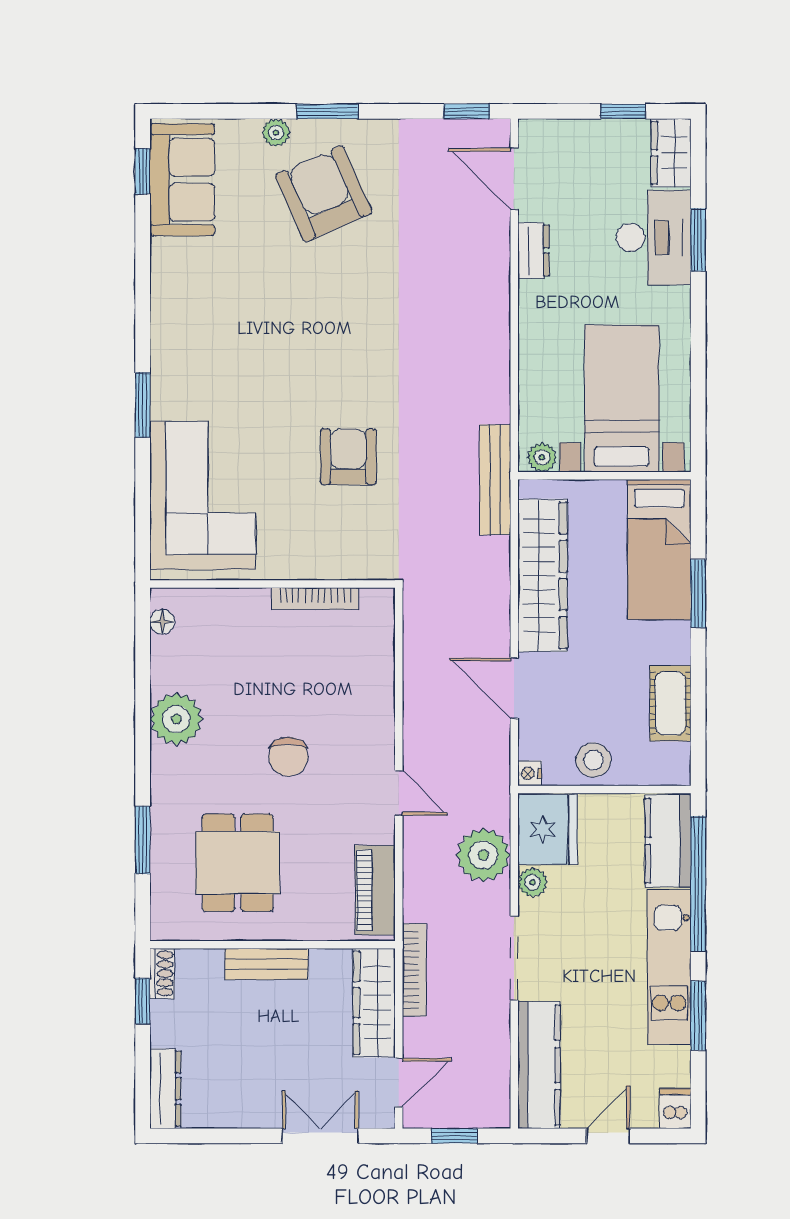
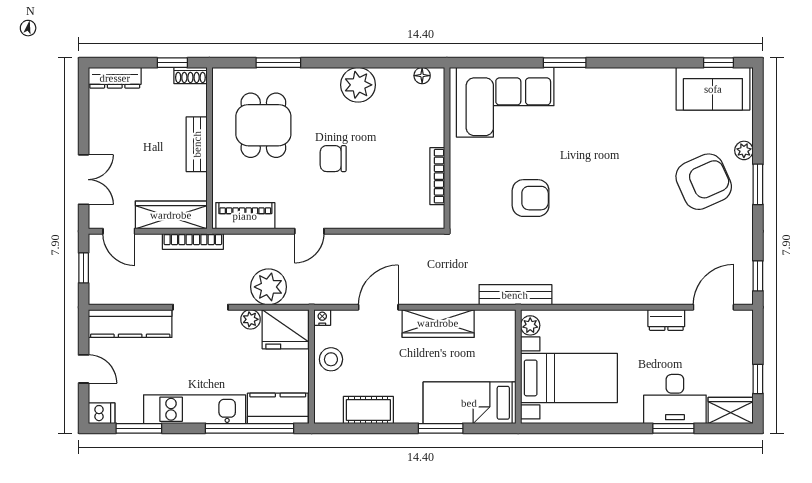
wardrobe: (543, 575) -> (438, 323), width x0.71, depth x0.85
dining table: (238, 863) -> (263, 125), turned 90
window: (698, 1016) -> (139, 428), moved

